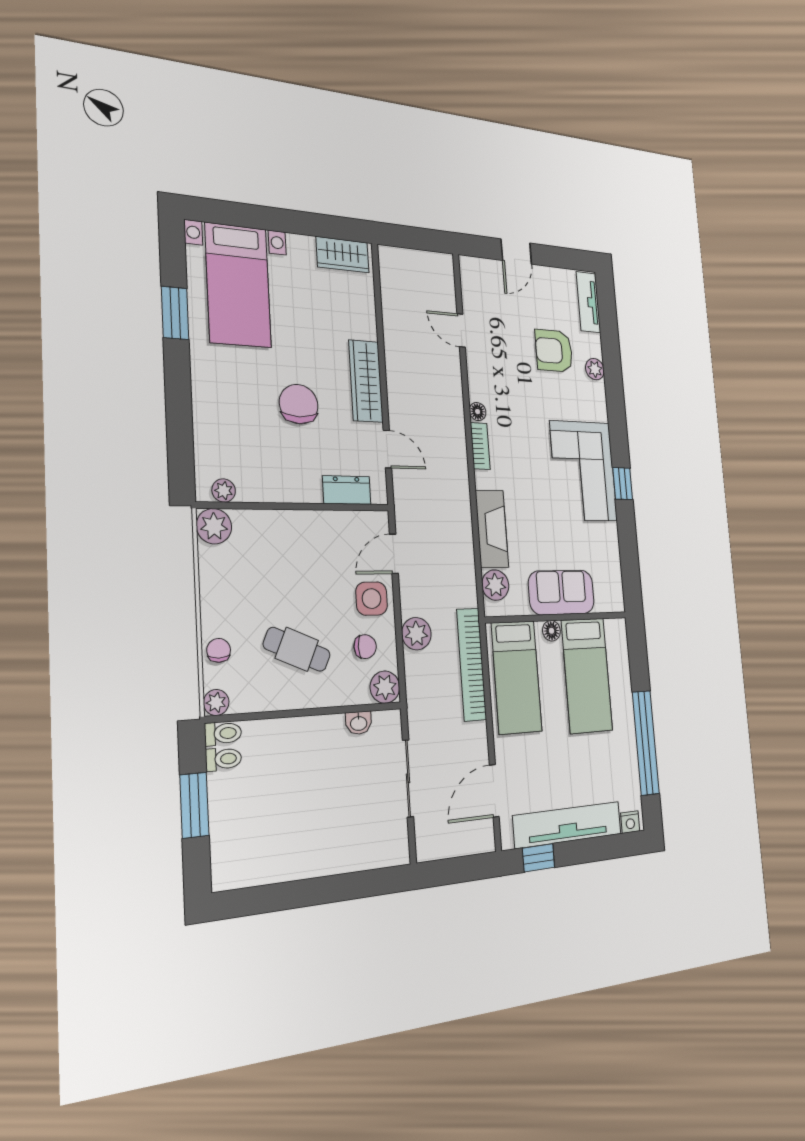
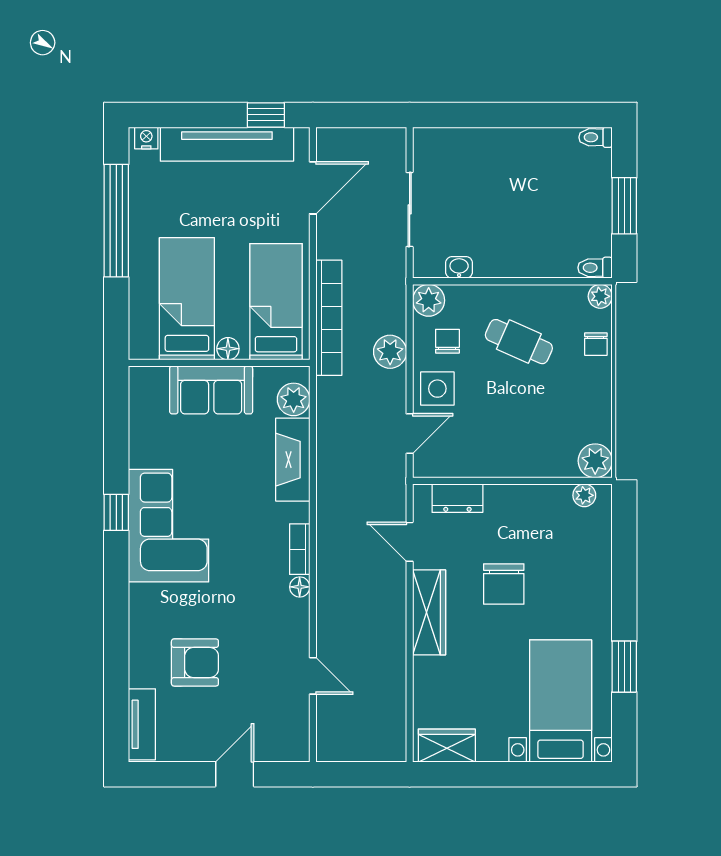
plant: (595, 369) -> (141, 645), removed
chair: (365, 647) -> (447, 341), turned 90
toilet: (224, 759) -> (596, 137), moved

